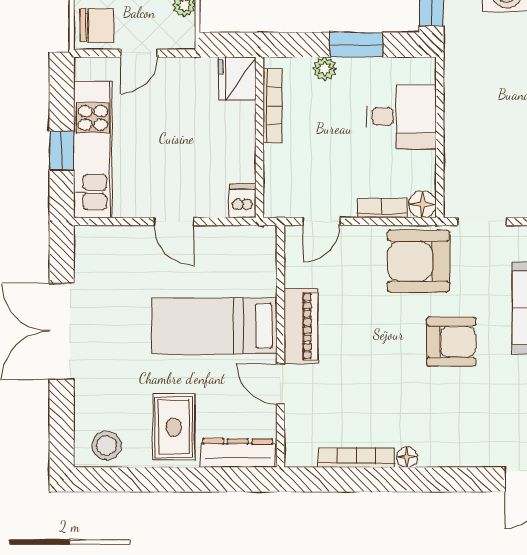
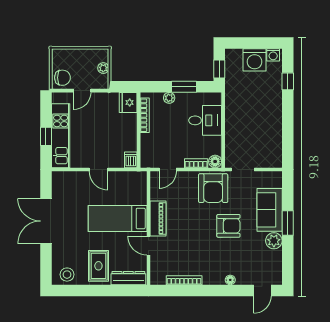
armchair: (419, 261) -> (213, 188), turned -90
floor lamp: (407, 457) -> (230, 280), moved

